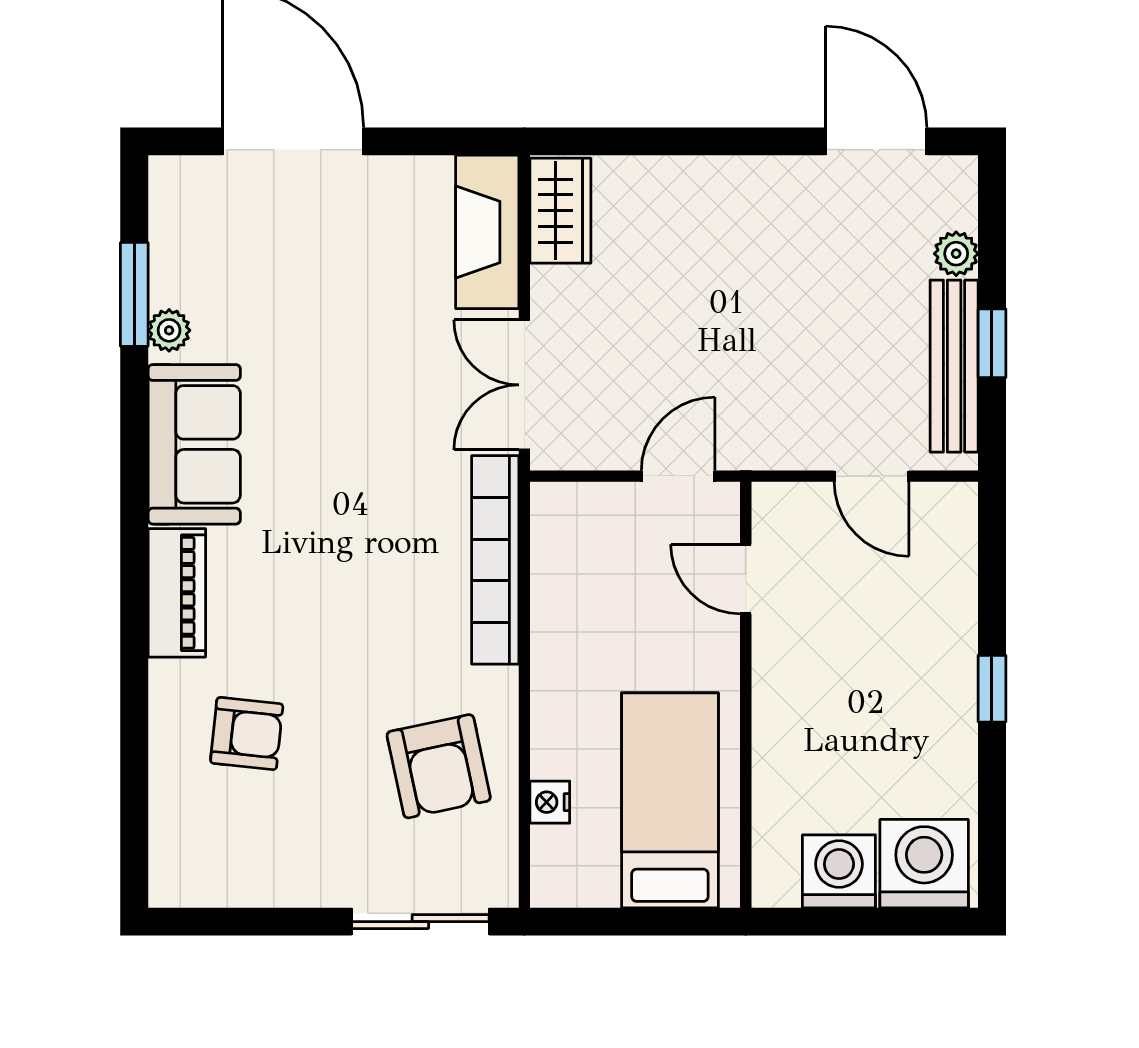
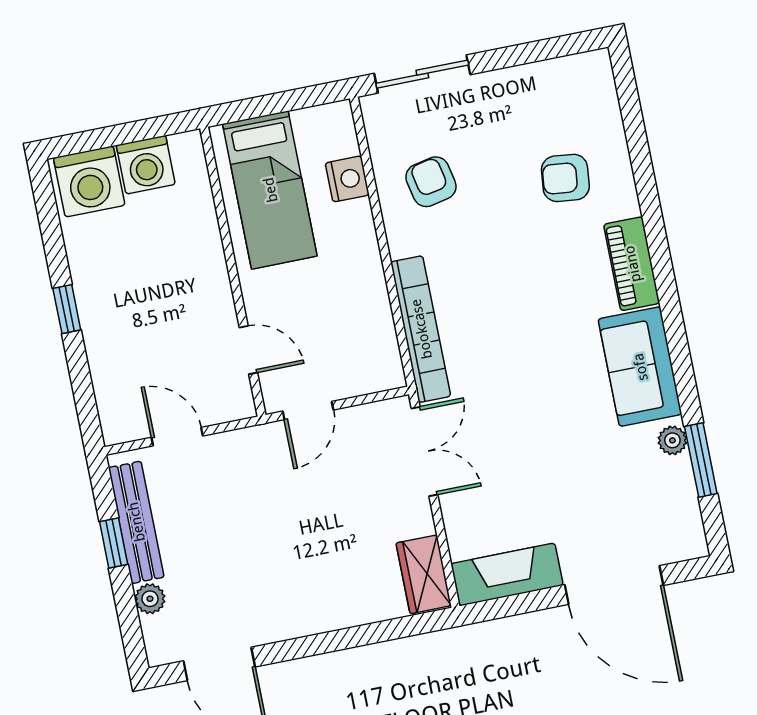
fireplace: (487, 232) -> (507, 574), moved, turned -90
armchair: (439, 766) -> (431, 182), width x0.72, depth x0.72
nightstand: (550, 802) -> (347, 179), width x1.39, depth x1.35

